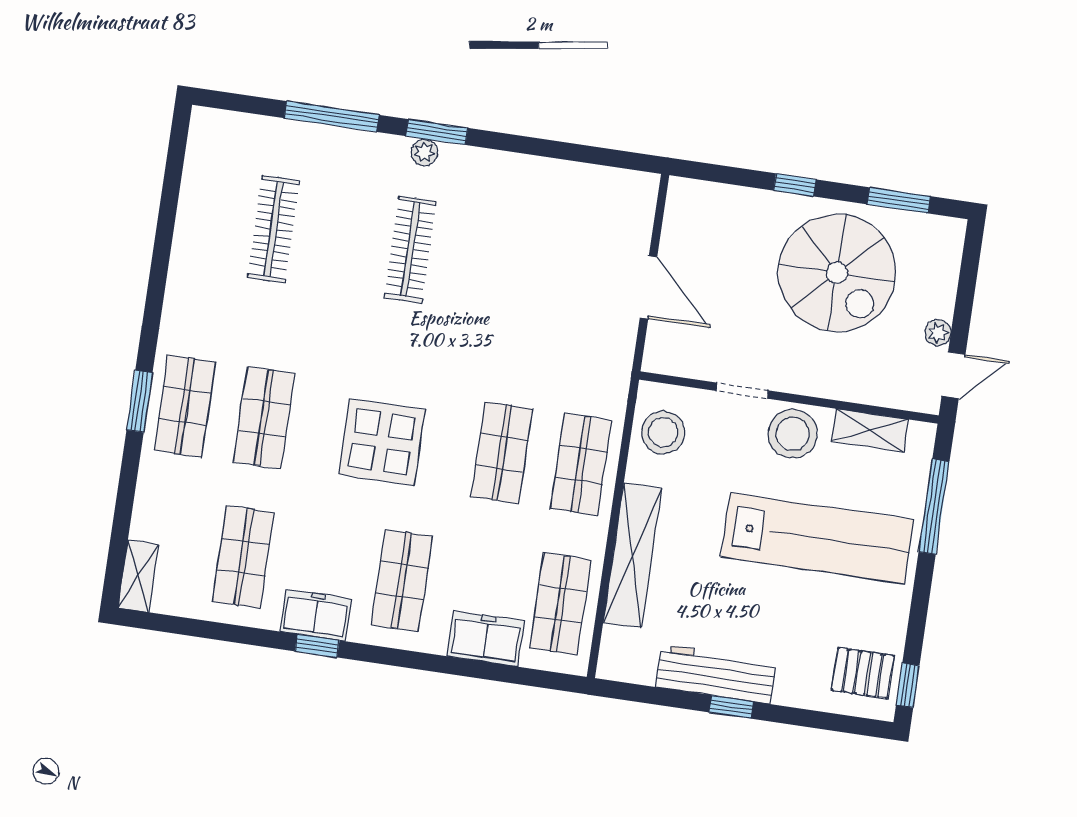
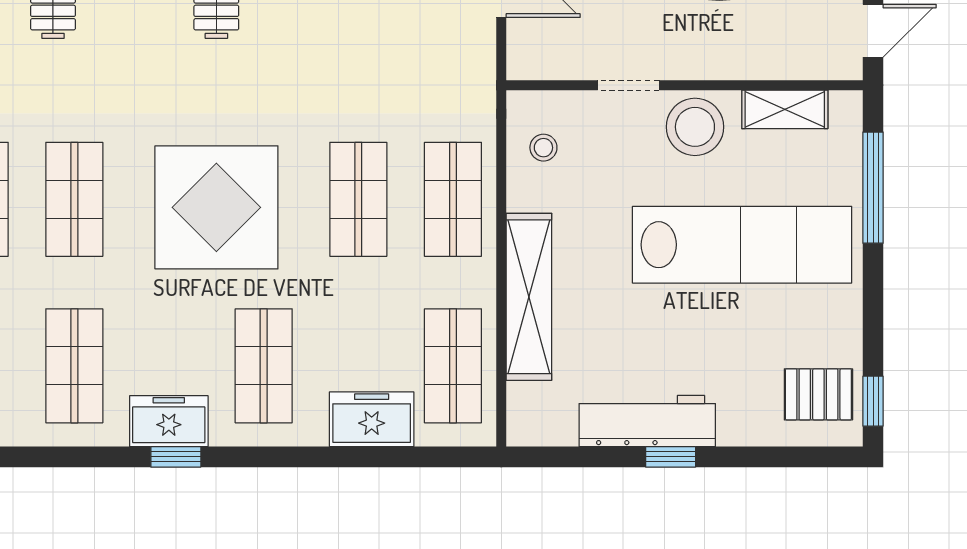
stool: (663, 432) -> (543, 148), width x0.53, depth x0.53
display table: (382, 442) -> (216, 207), width x1.36, depth x1.36

